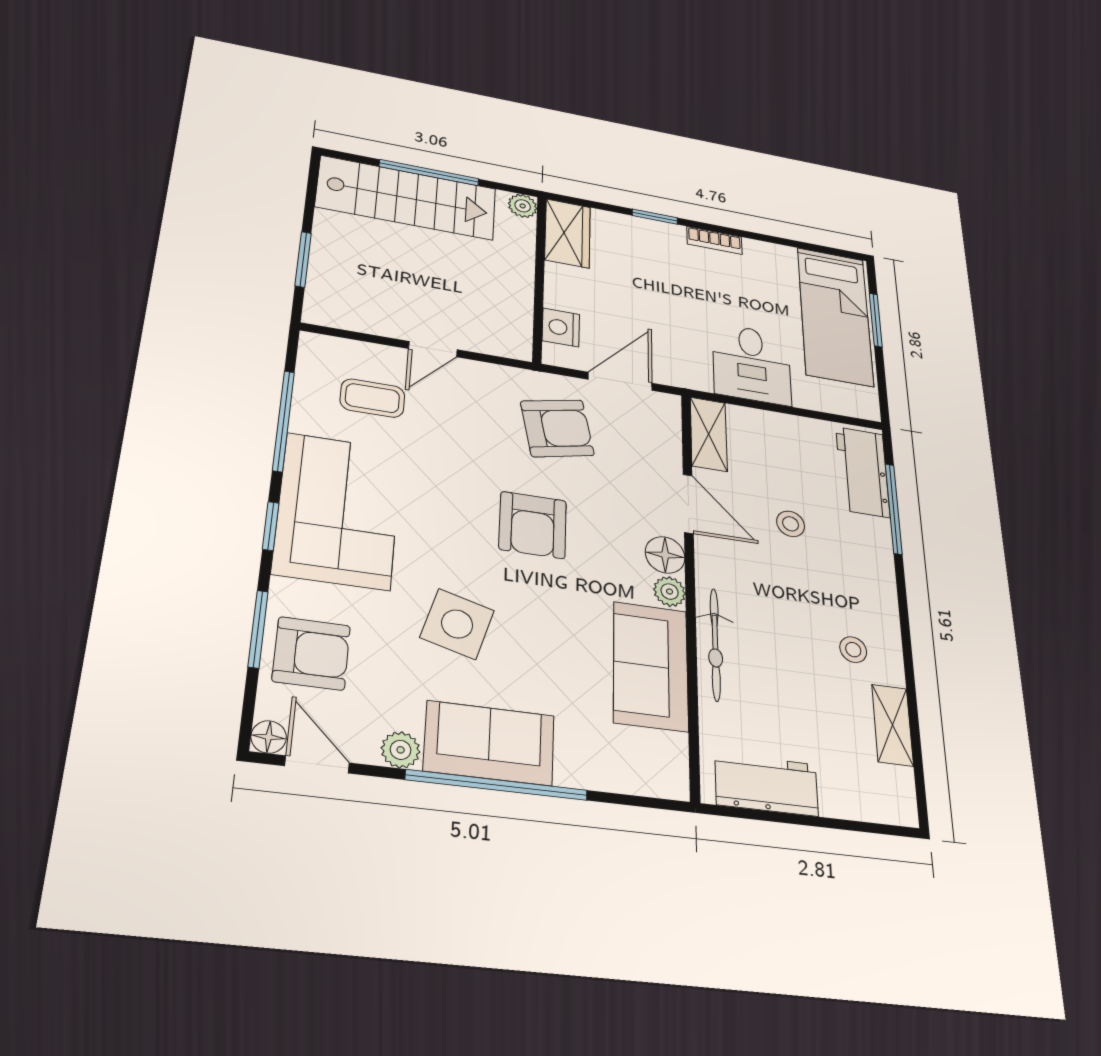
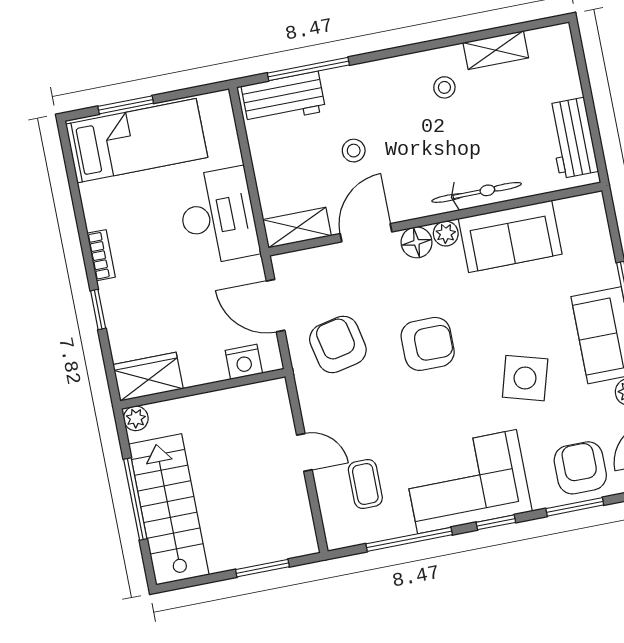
desk: (752, 364) -> (218, 216), width x1.37

